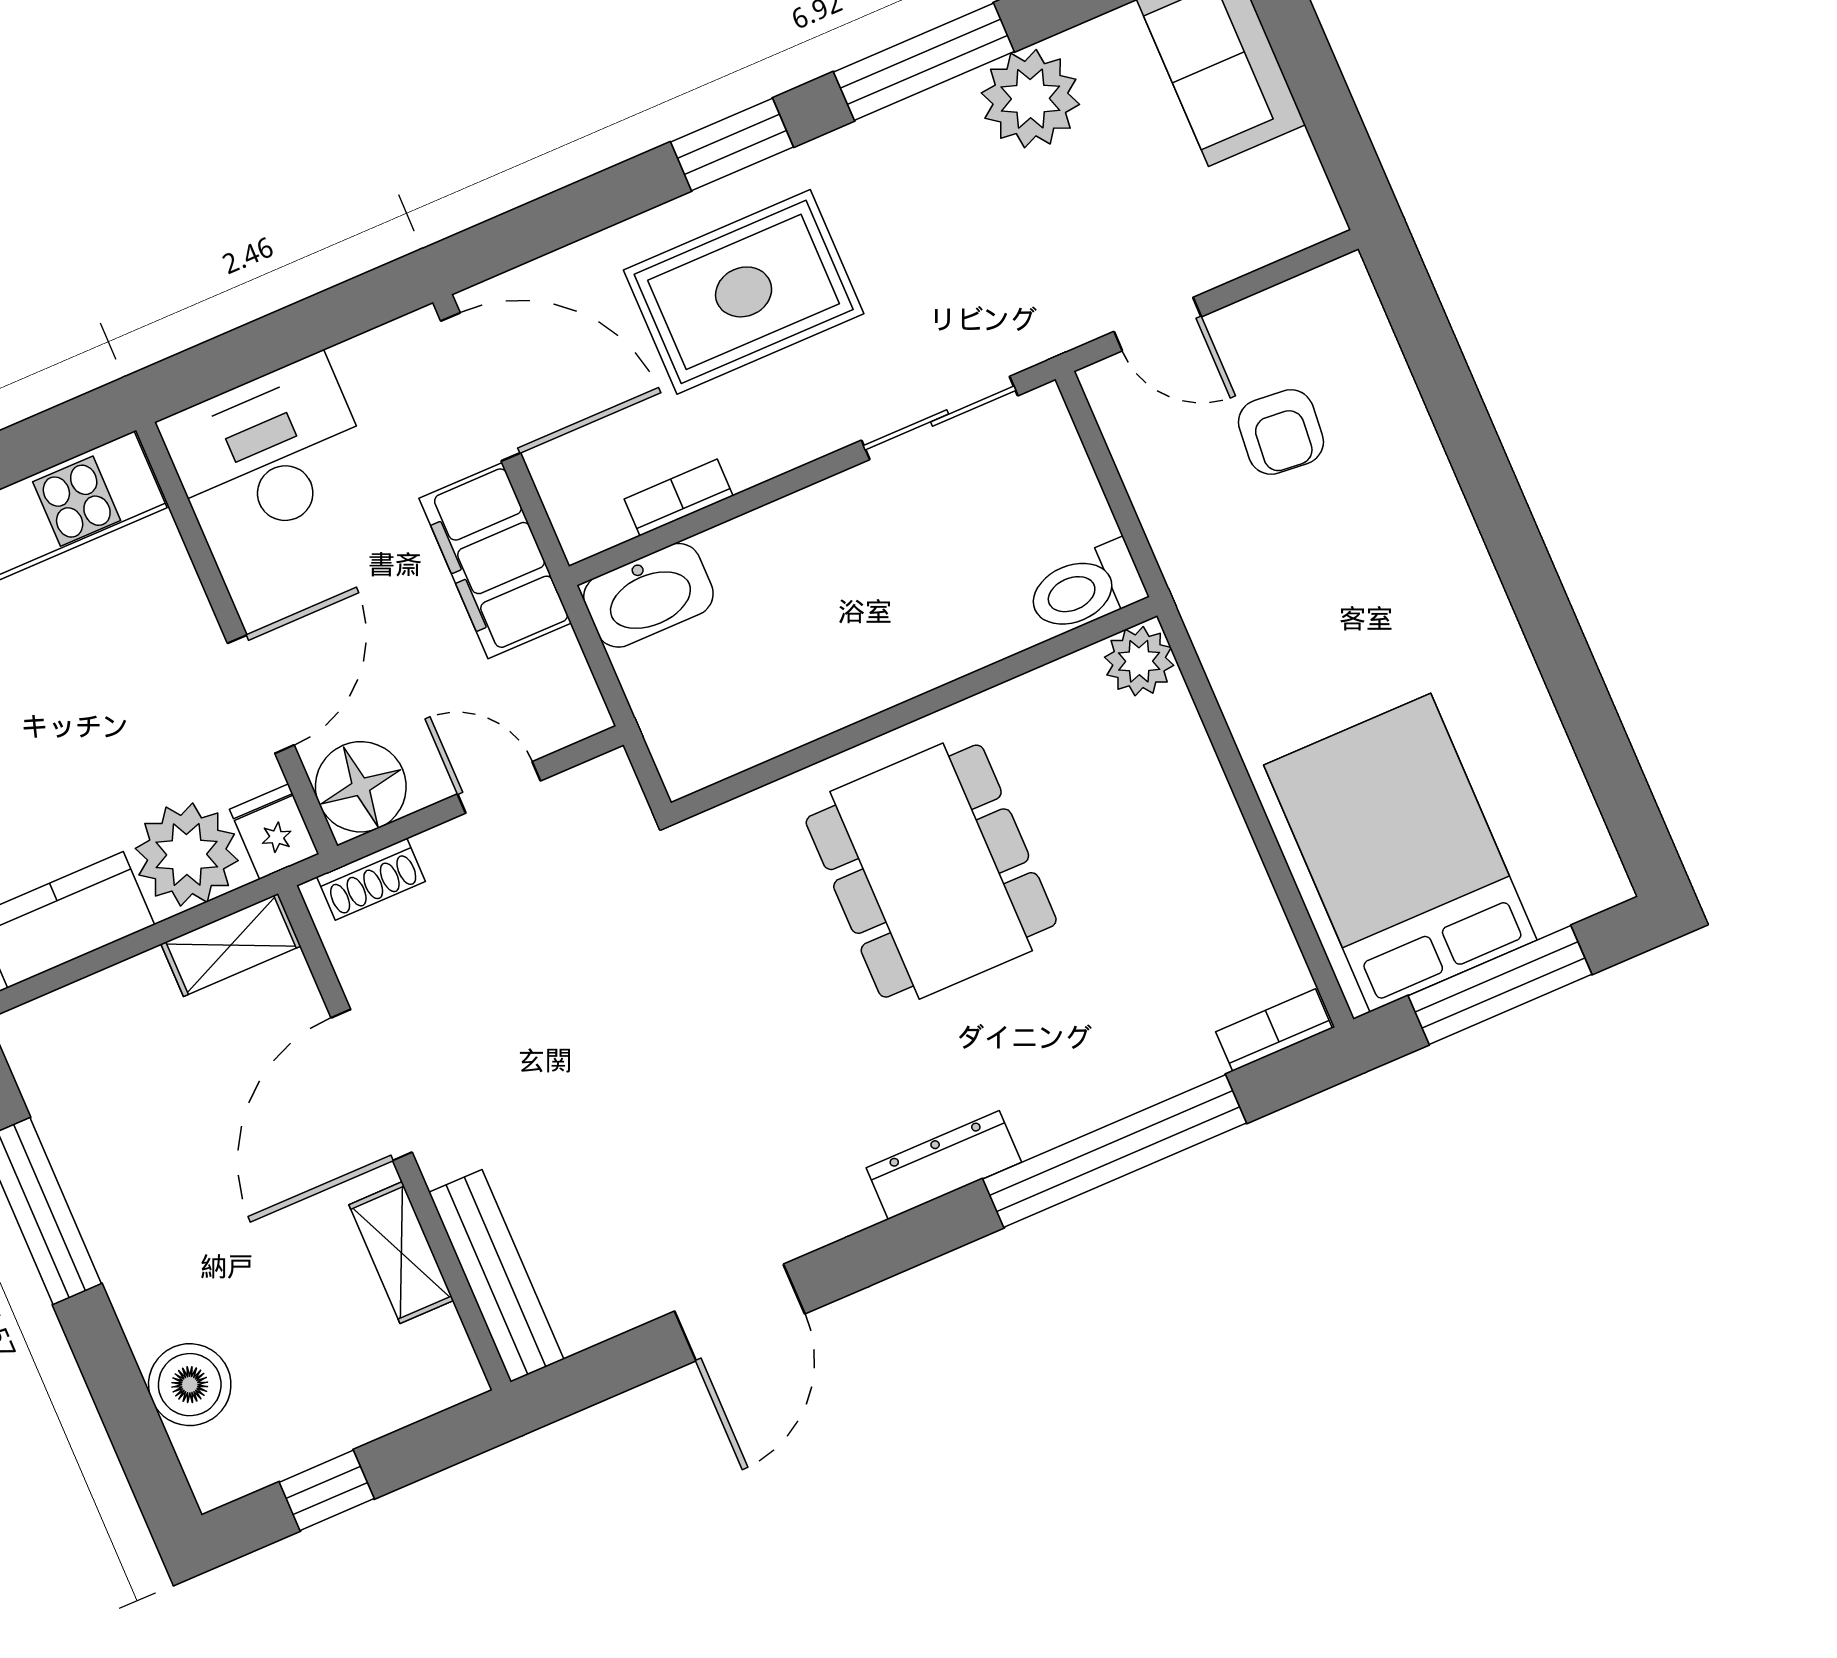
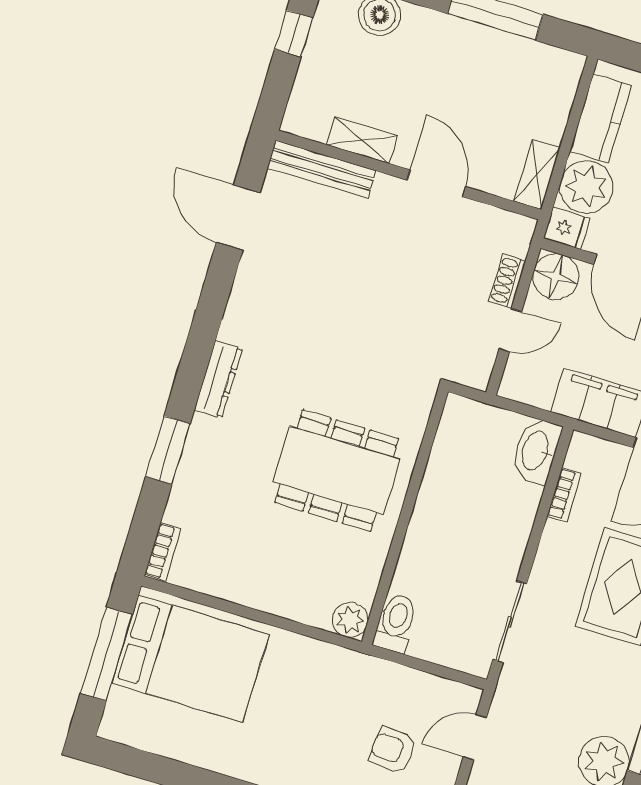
shoe rack: (371, 879) -> (507, 281), moved
door: (372, 1085) -> (436, 183), width x0.73
window: (1115, 1151) -> (168, 450), width x0.47
door: (740, 1313) -> (238, 218), moved

